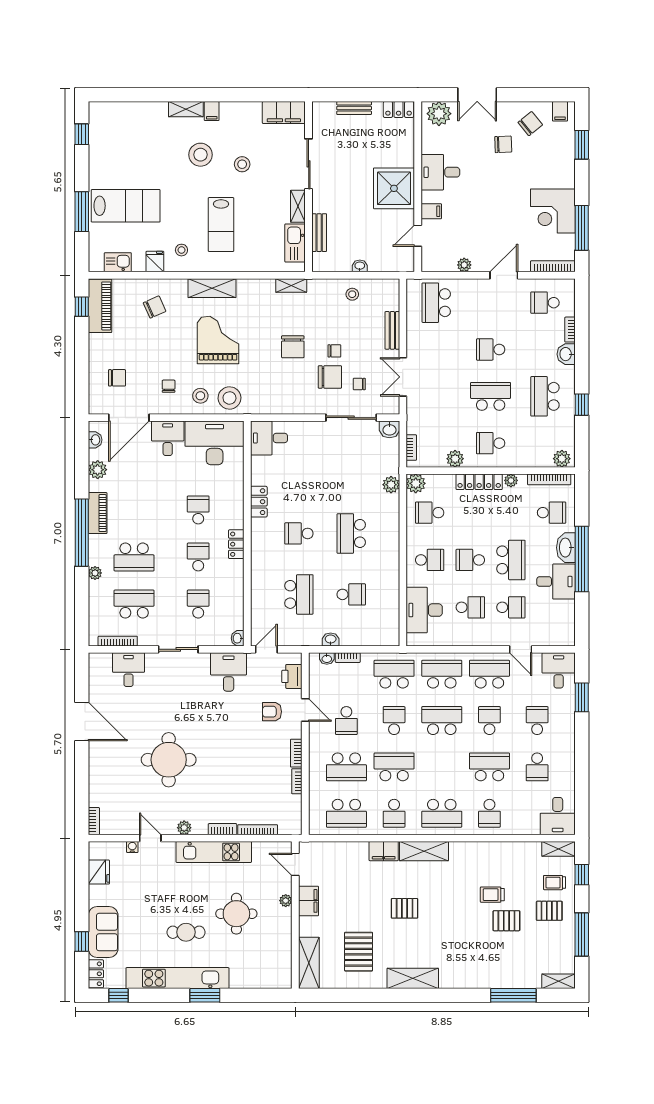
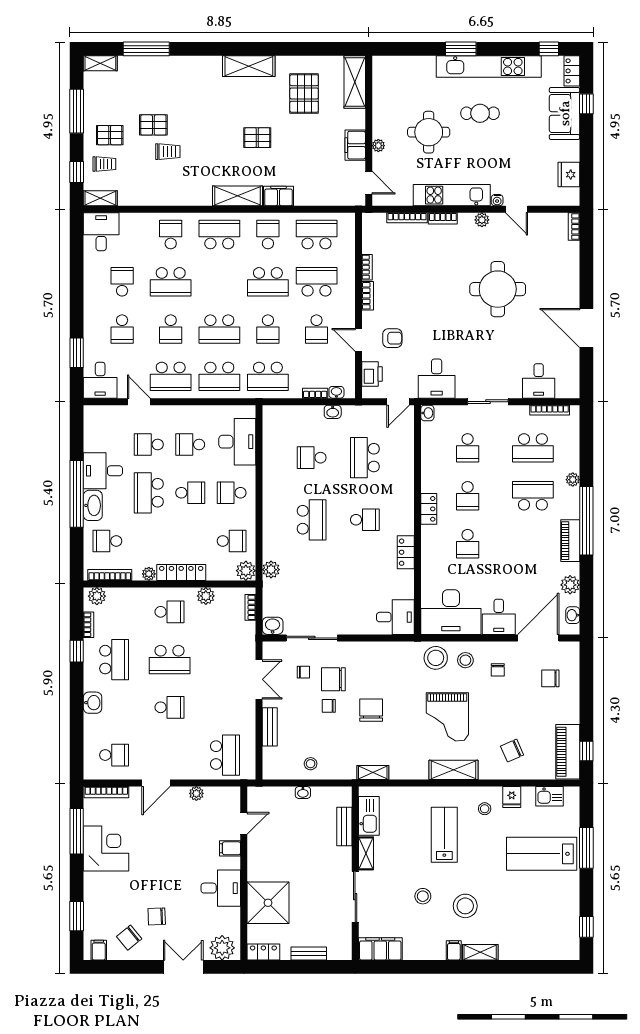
shower: (394, 188) -> (268, 903), moved
bookcase: (570, 330) -> (89, 625), moved
school desk: (346, 721) -> (317, 329), turned 180
water cooler: (132, 847) -> (497, 200), moved

